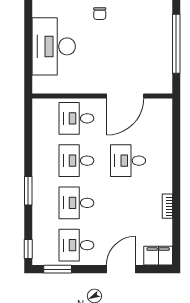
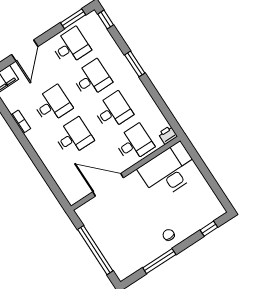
desk: (54, 46) -> (169, 171), moved, turned -90
door: (125, 96) -> (108, 185), hinge flipped
printer: (40, 106) -> (168, 135), added
desk: (128, 203) -> (52, 105), added

